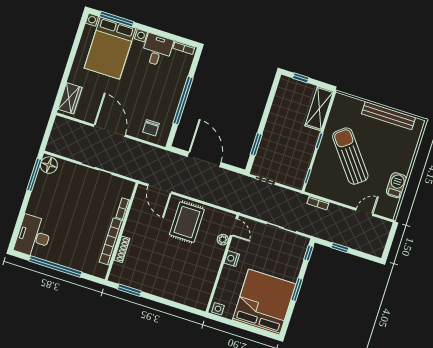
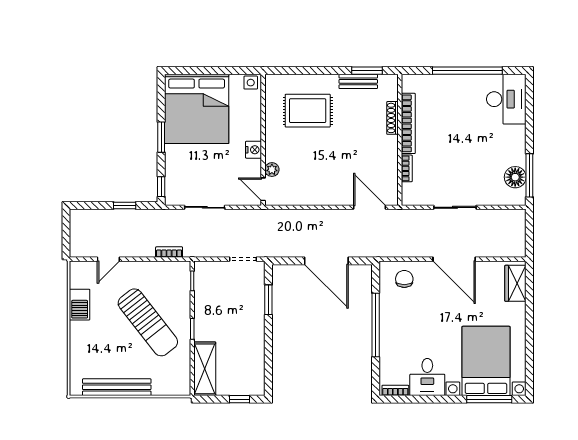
floor lamp: (49, 165) -> (515, 177), moved
rug: (187, 222) -> (308, 111), moved, turned 90
bench: (138, 284) -> (358, 81), added

